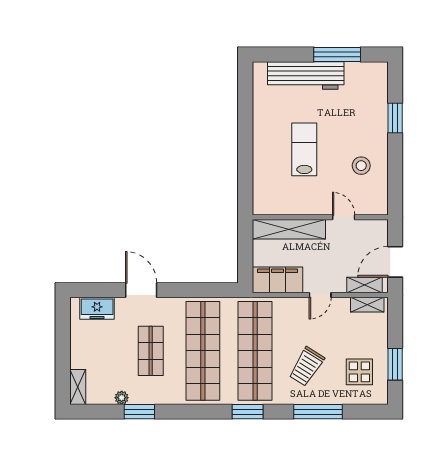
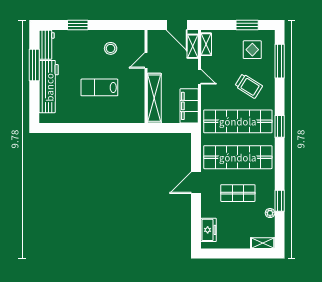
workbench: (367, 73) -> (47, 45), added
door: (141, 290) -> (196, 183), moved
window: (318, 412) -> (280, 61), moved

